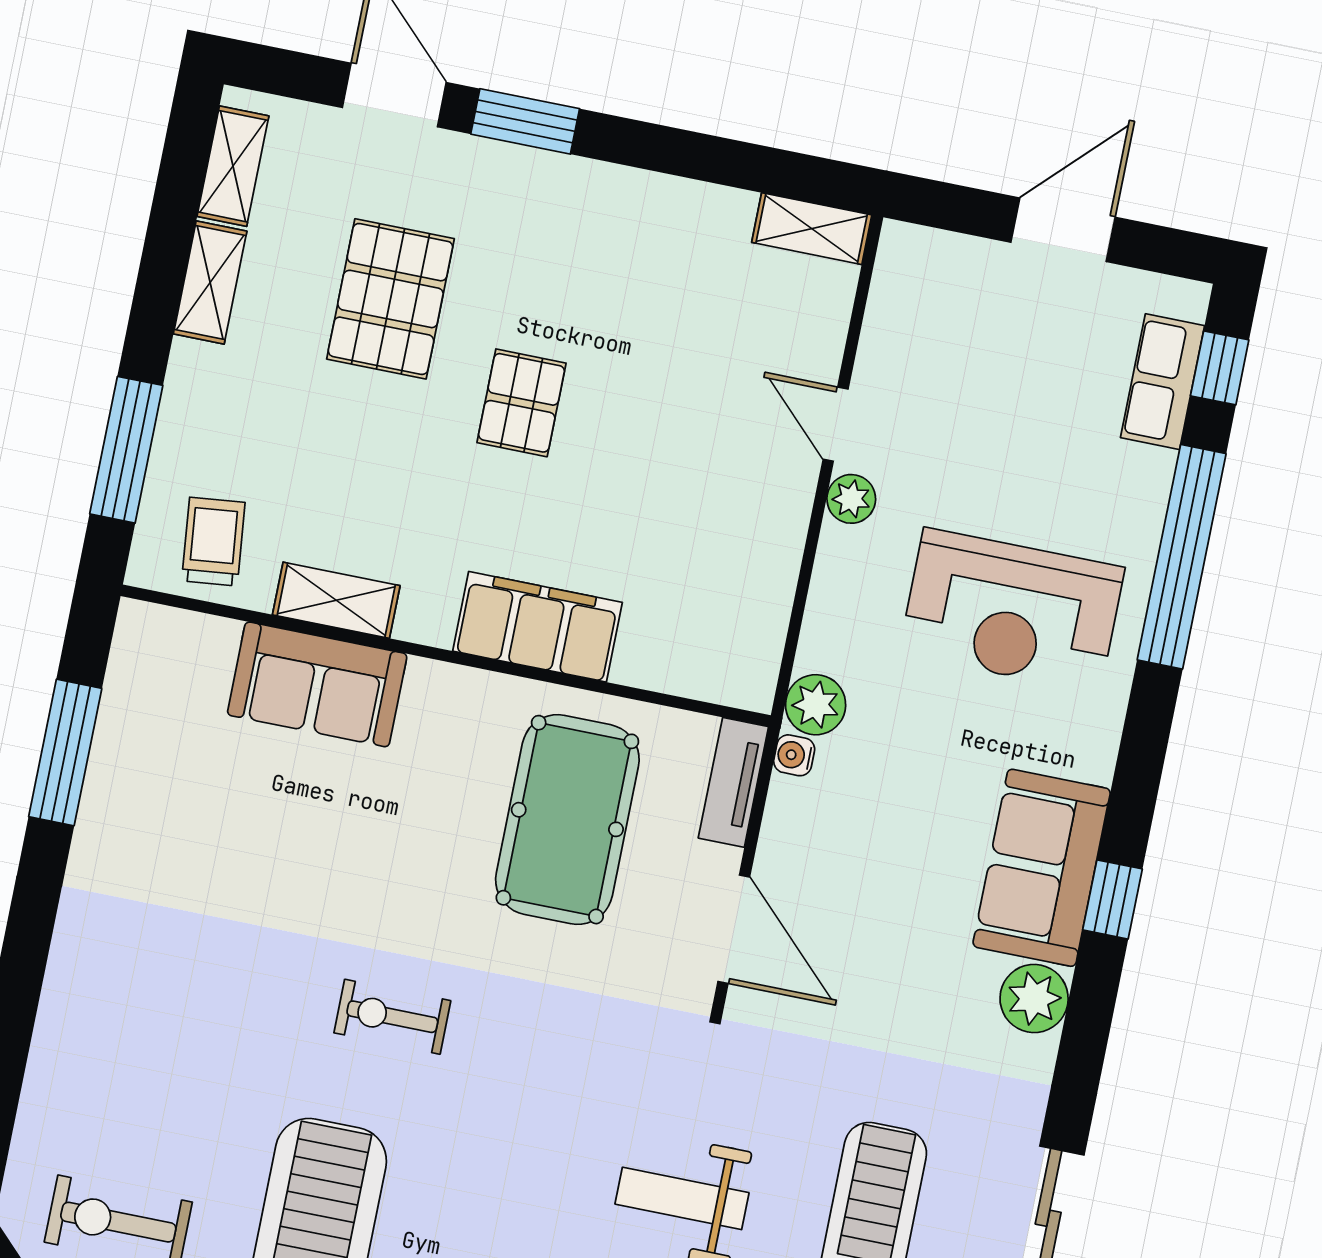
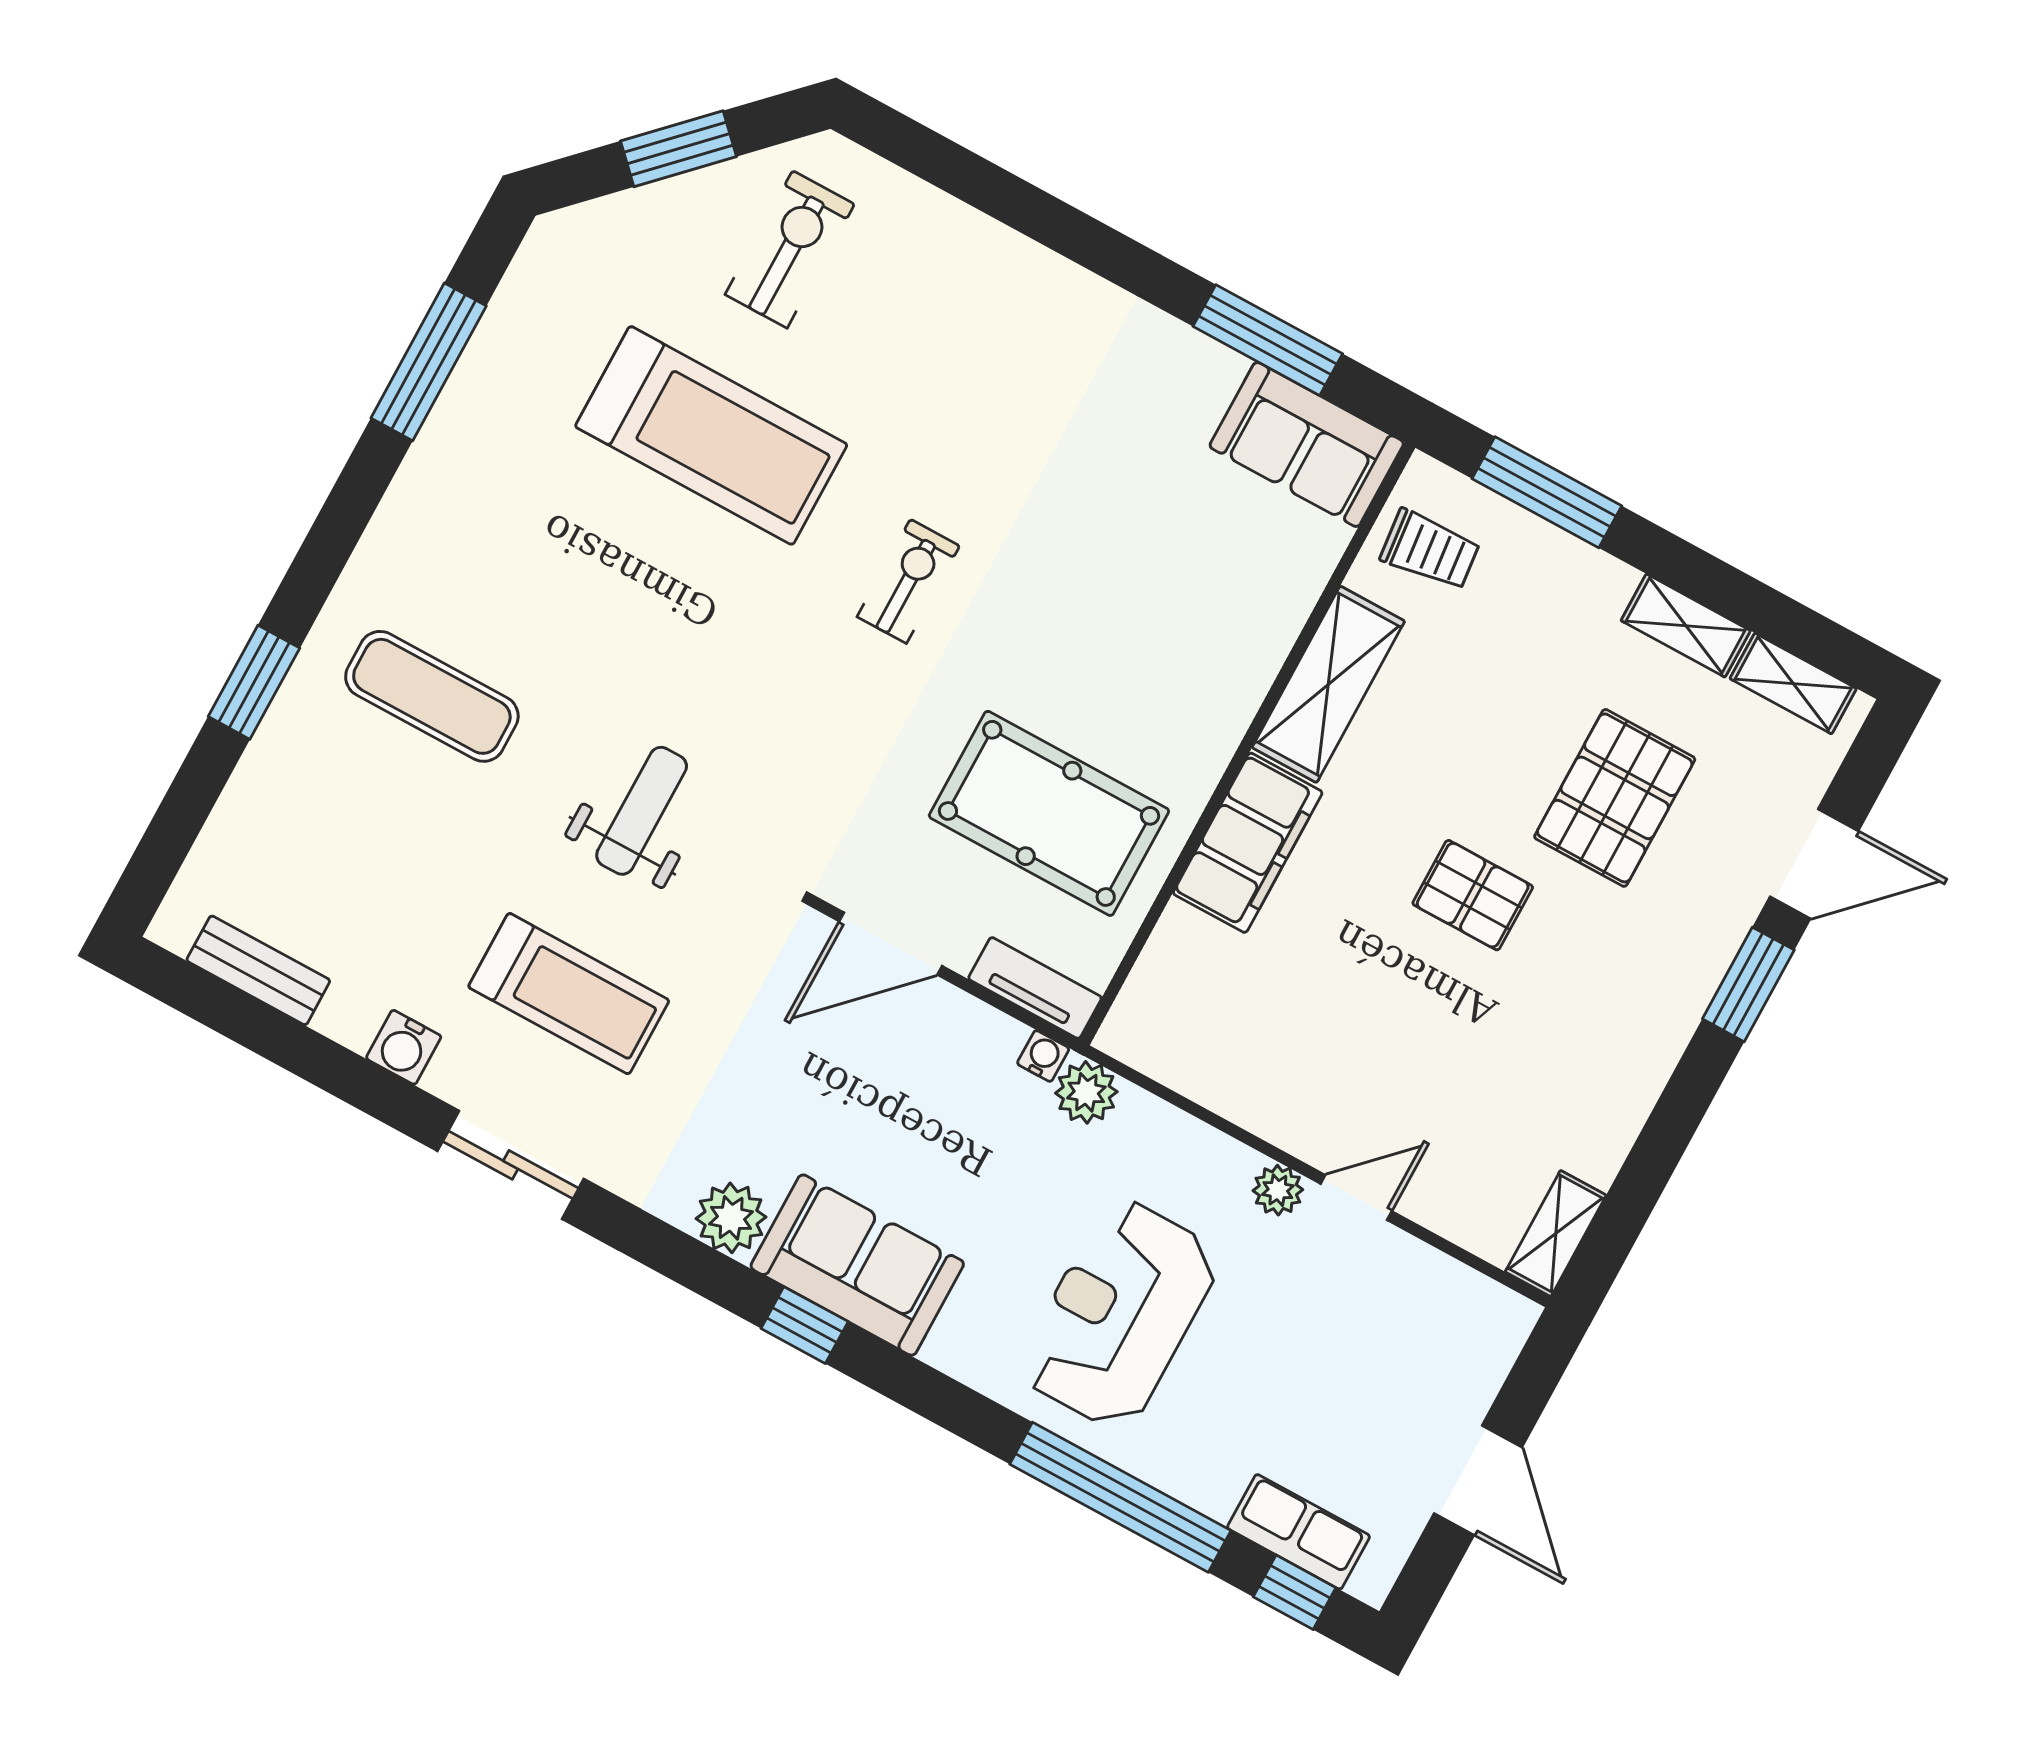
pallet: (390, 299) -> (1615, 798), turned 90
shelving: (336, 600) -> (1328, 684), width x1.50, depth x1.33
sofa: (317, 684) -> (1307, 444), moved, turned -90

